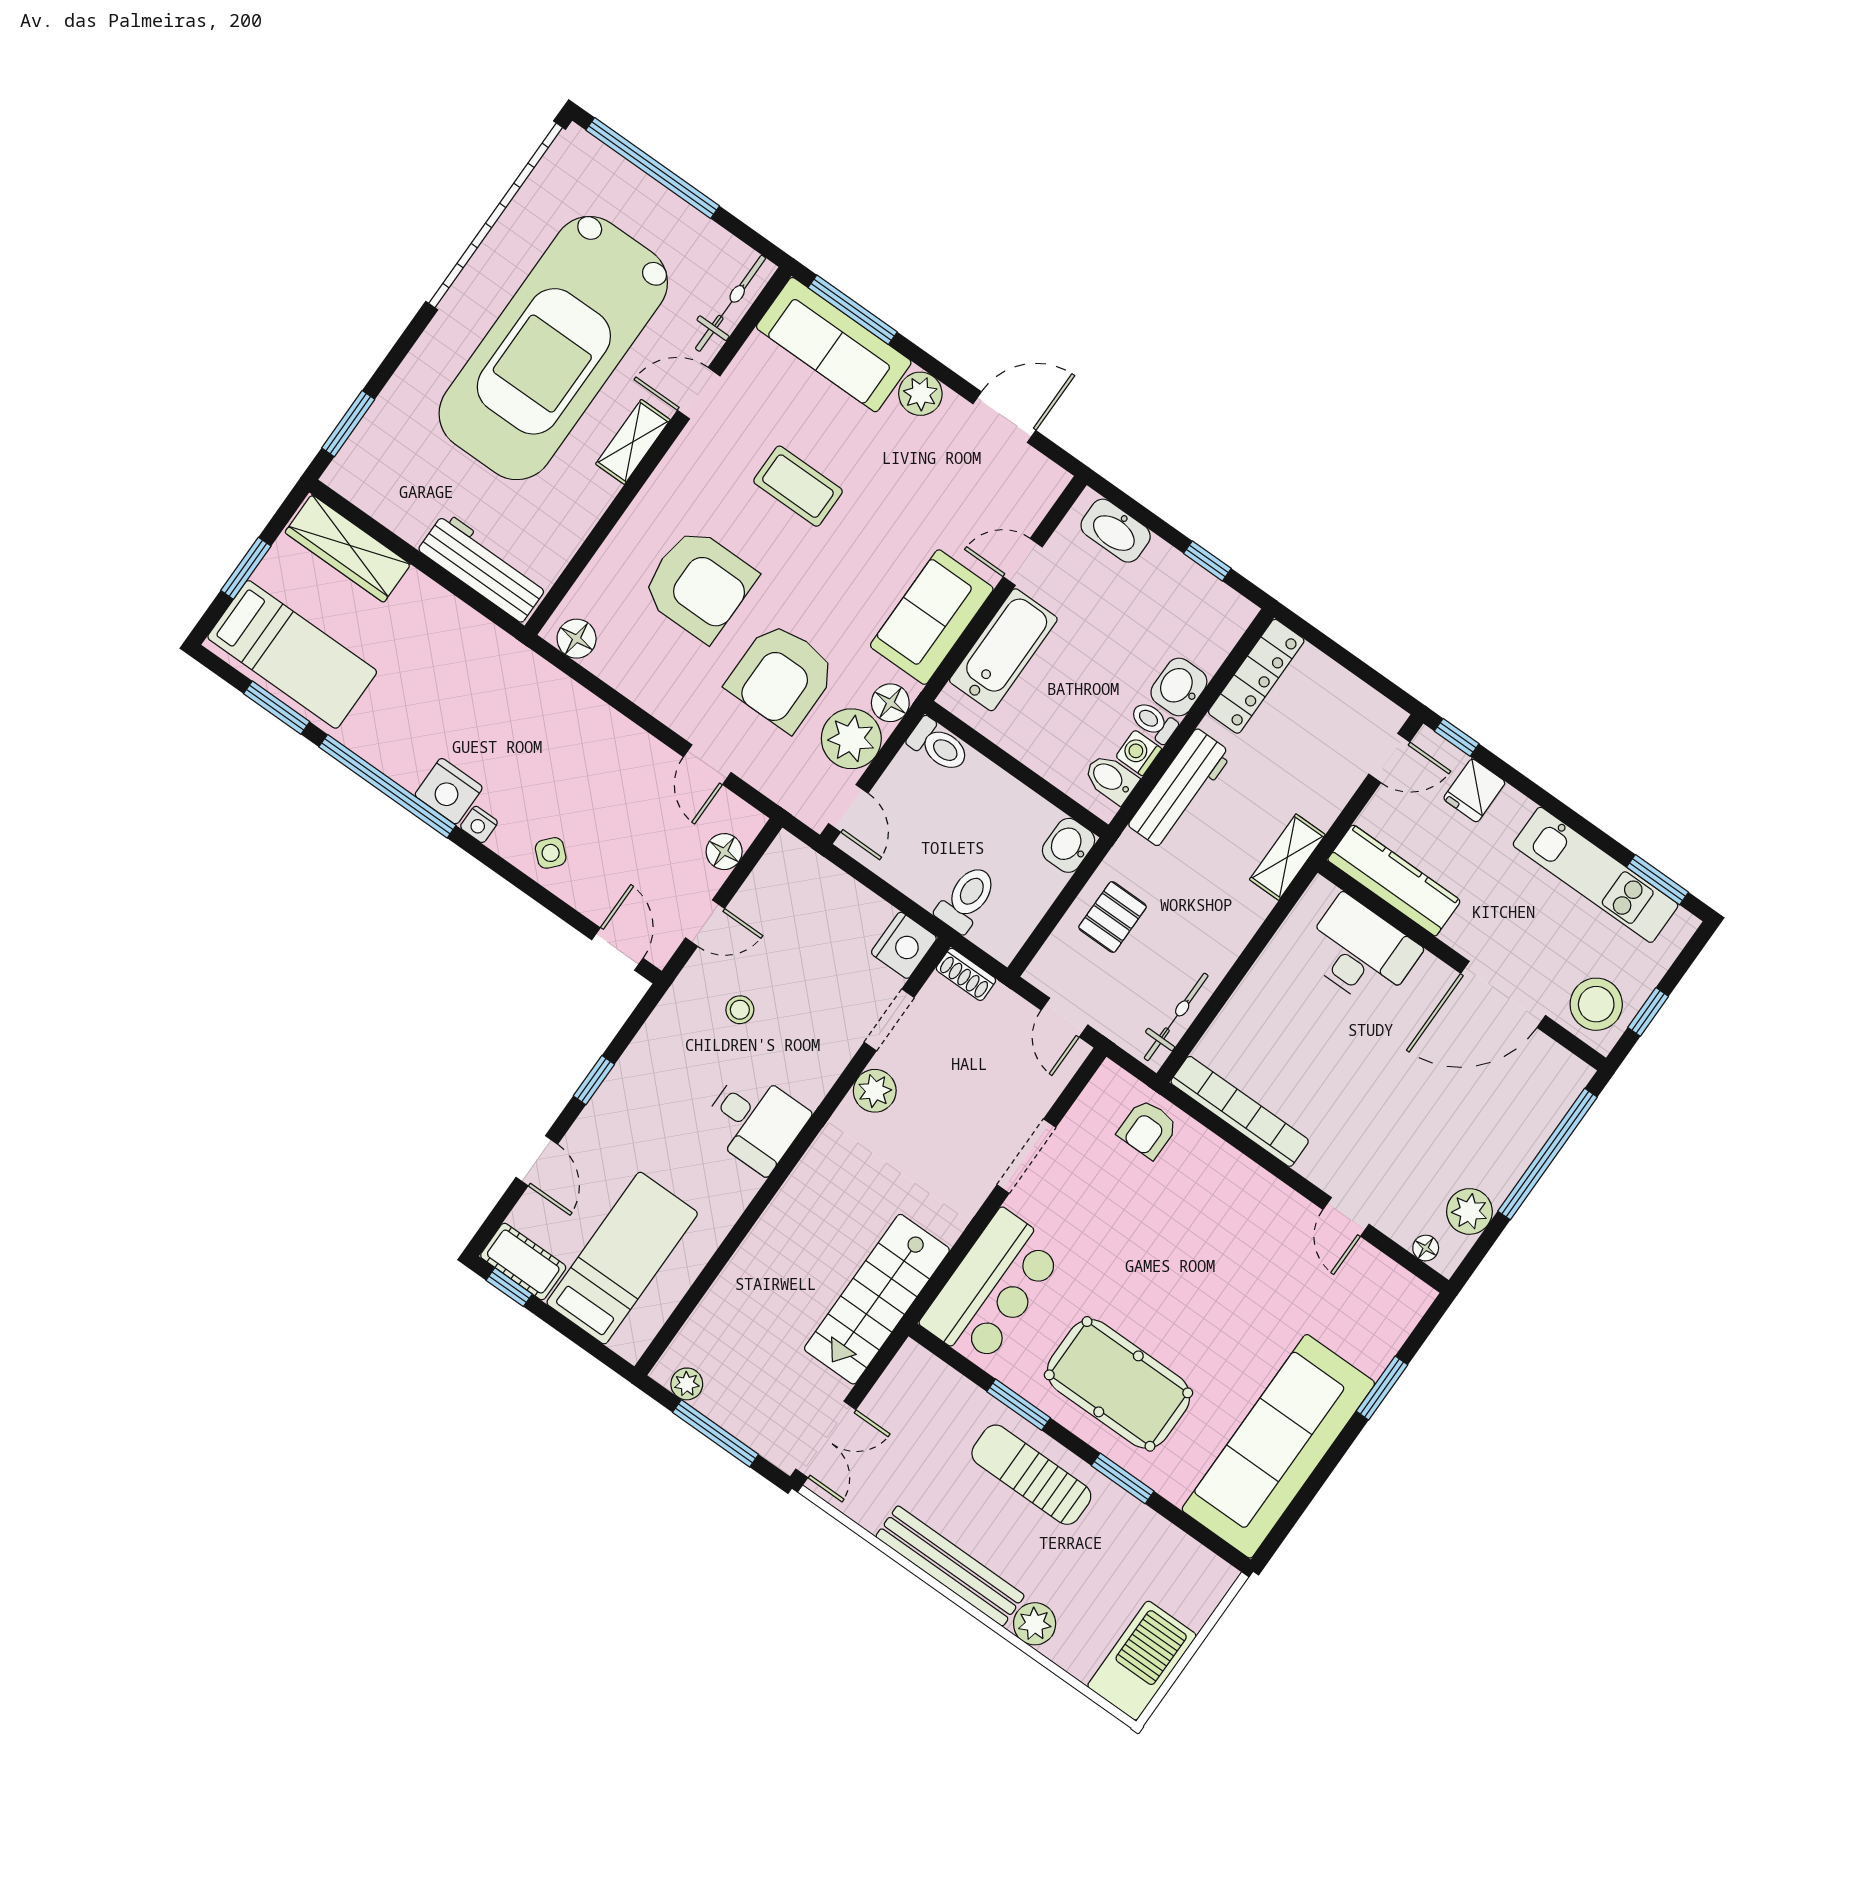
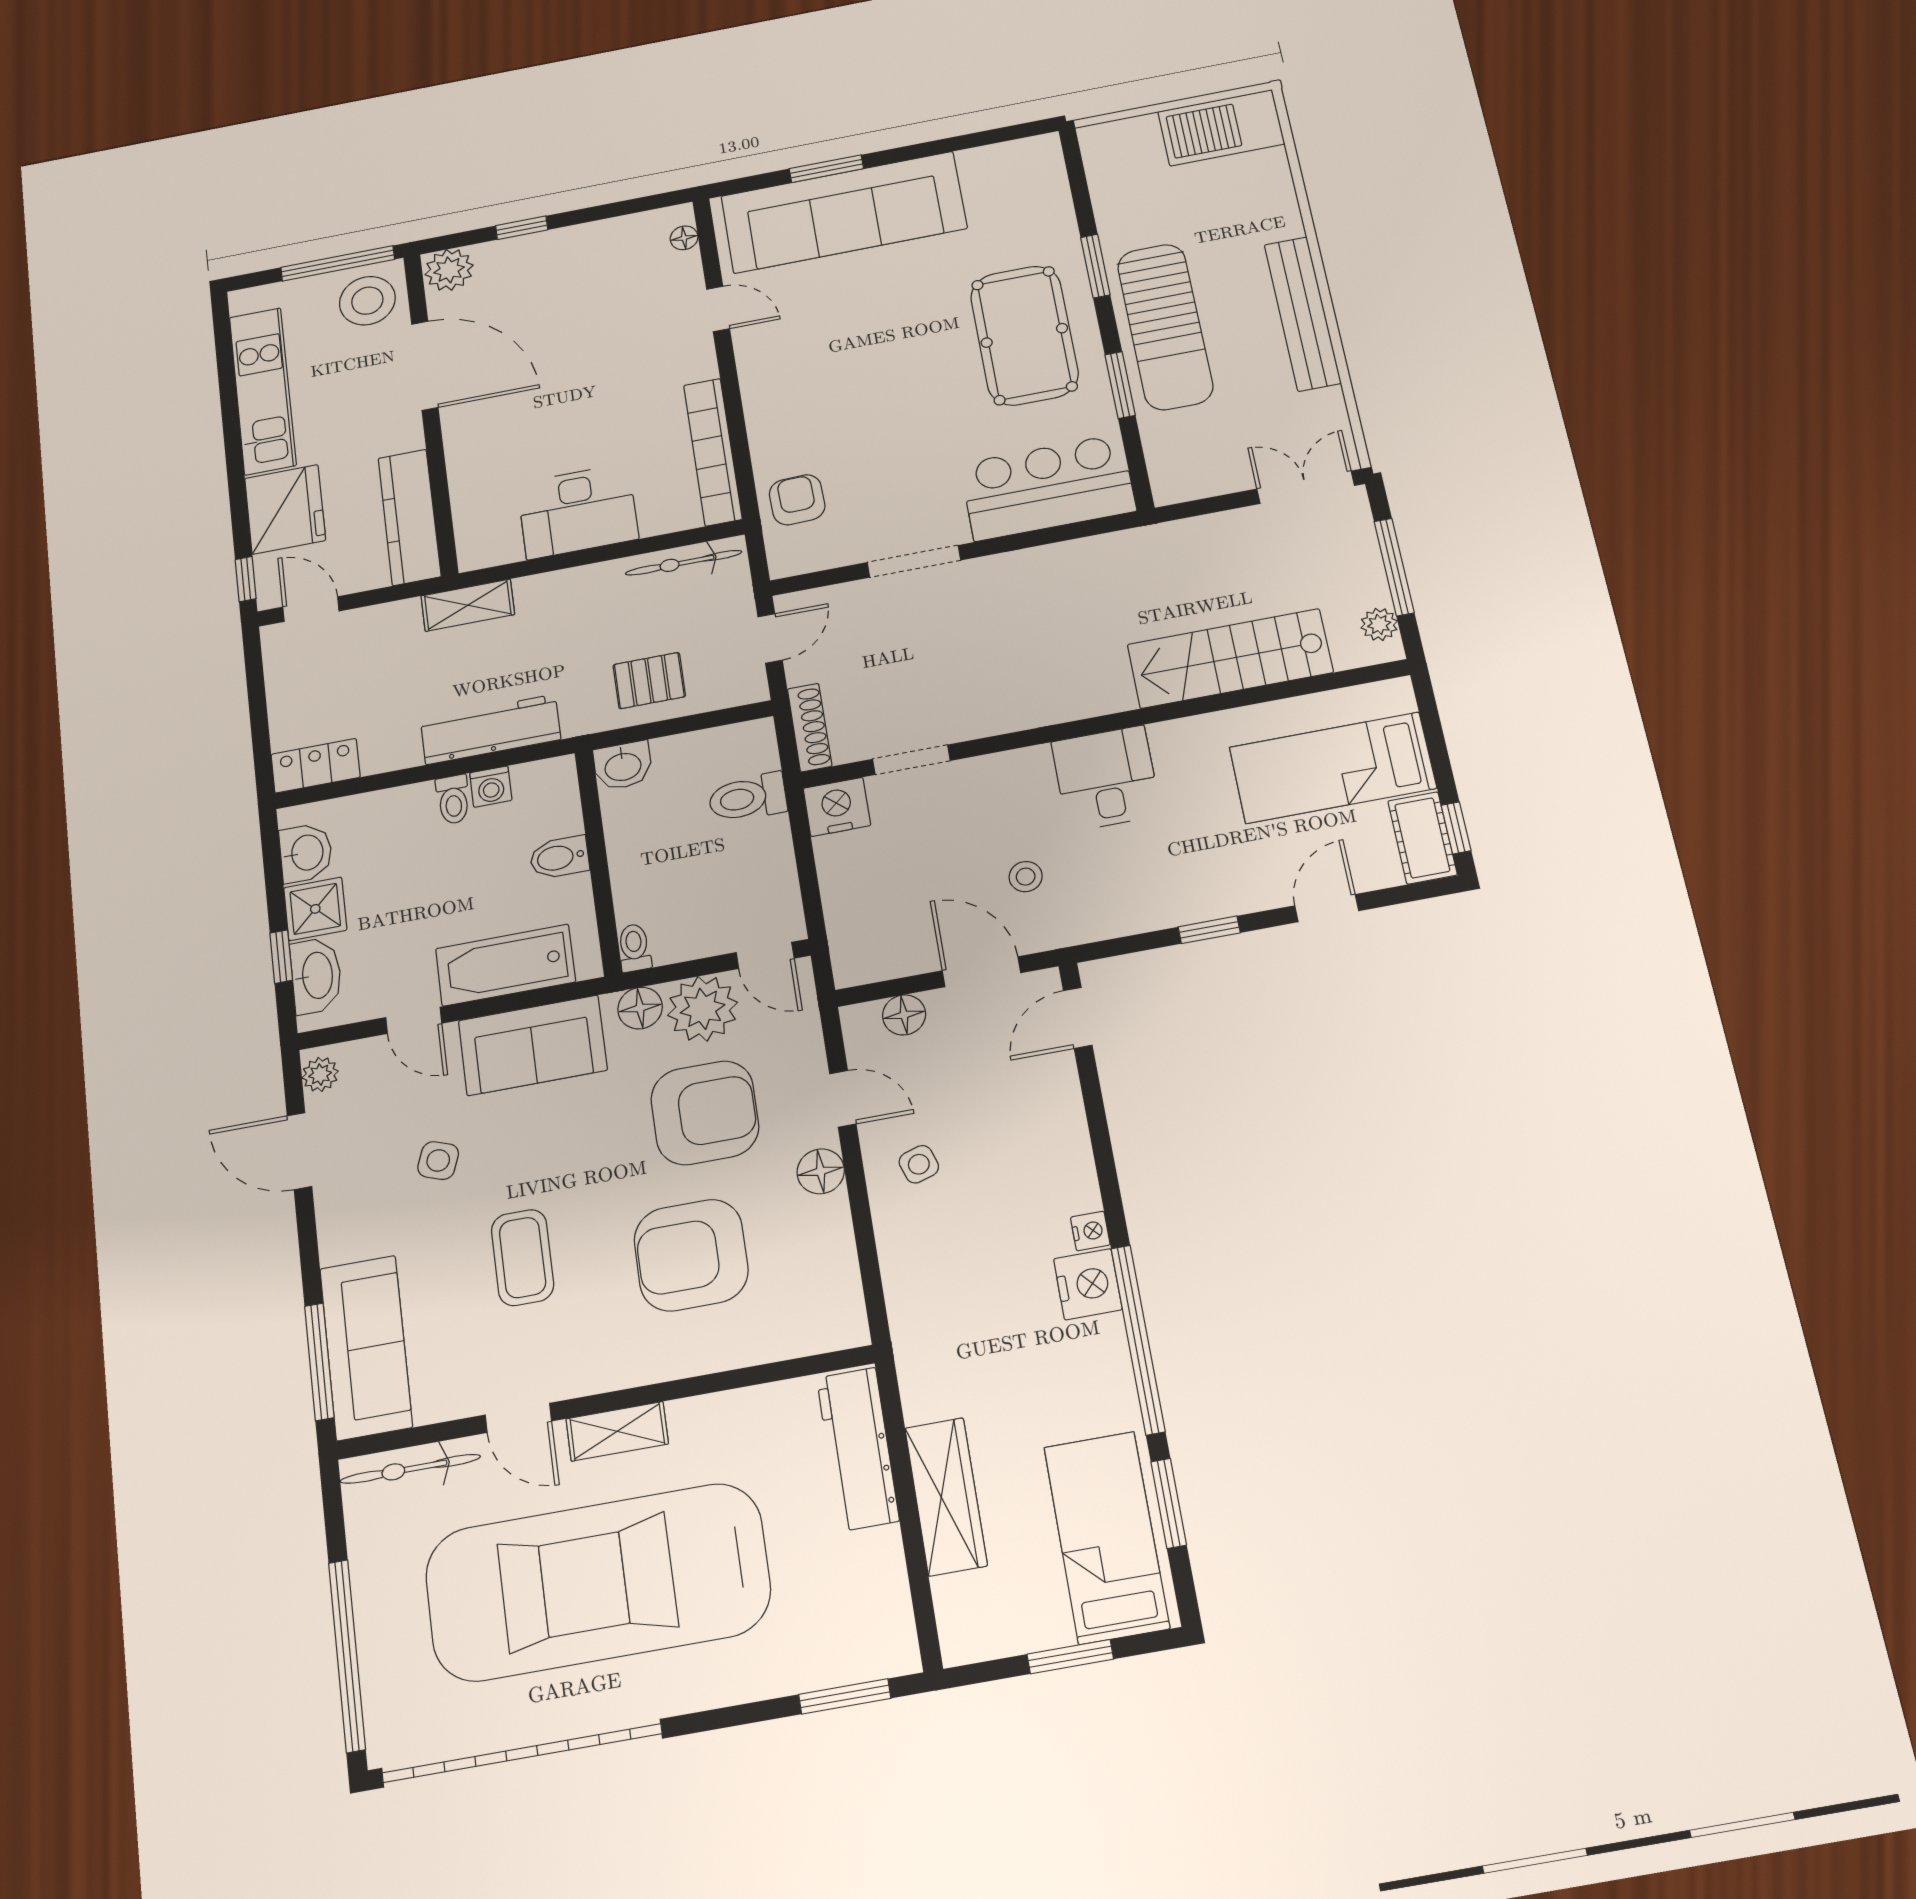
car: (553, 348) -> (597, 1582), turned 180
plant: (920, 394) -> (320, 1074), moved, width x0.73, depth x0.73
side table: (913, 493) -> (438, 1160), added
wardrobe: (348, 548) -> (946, 1497), moved
window: (1207, 561) -> (281, 957), moved
shower: (1164, 571) -> (315, 909), added
armchair: (699, 584) -> (691, 1255), turned -90
floor lamp: (577, 639) -> (821, 1171), moved
locker: (1256, 676) -> (316, 766), width x0.66
washbasin: (1179, 687) -> (306, 853), moved, turned -90
toilet: (939, 745) -> (634, 948), width x0.73, depth x0.72
door: (707, 765) -> (843, 1099), hinge flipped
bidet: (1111, 779) -> (559, 857), moved, turned 90
fridge: (1474, 790) -> (285, 509), width x1.88, depth x1.34
door: (848, 808) -> (765, 955), swing flipped
side table: (551, 853) -> (919, 1164), moved, turned 30
window: (1658, 880) -> (224, 349), removed
door: (705, 923) -> (981, 972), width x1.38
desk: (1361, 952) -> (578, 511), moved, turned -90
shoe rack: (966, 974) -> (810, 727), width x1.43
window: (1648, 1012) -> (338, 263), width x2.17
plant: (875, 1091) -> (982, 716), removed
armchair: (1148, 1129) -> (797, 500), turned -92
window: (1548, 1154) -> (522, 228), width x0.32
plant: (1469, 1211) -> (449, 270), moved
door: (1346, 1217) -> (718, 309), hinge flipped
stairs: (877, 1299) -> (1230, 659), moved, turned 180
sofa: (1278, 1446) -> (844, 212), moved
sun lounger: (1031, 1475) -> (1165, 327), width x1.36, depth x1.34
plant: (1035, 1624) -> (1279, 219), removed

